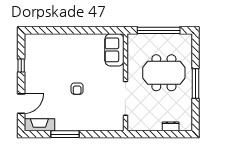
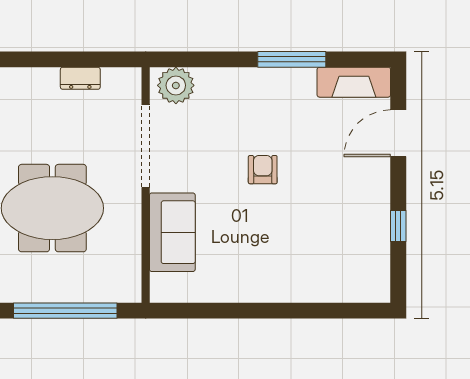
sofa: (114, 50) -> (172, 232), moved
plant: (113, 123) -> (176, 85), added
dresser: (171, 126) -> (80, 78), moved

